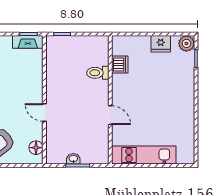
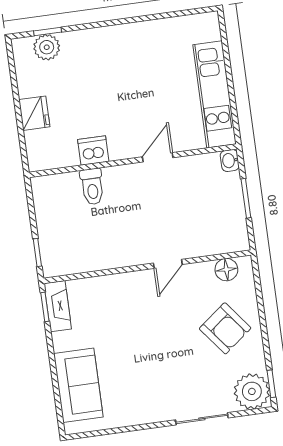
plant: (186, 43) -> (47, 47), moved
fridge: (161, 44) -> (34, 113), moved
dishwasher: (120, 64) -> (93, 150), moved
washbasin: (73, 159) -> (230, 160), moved

